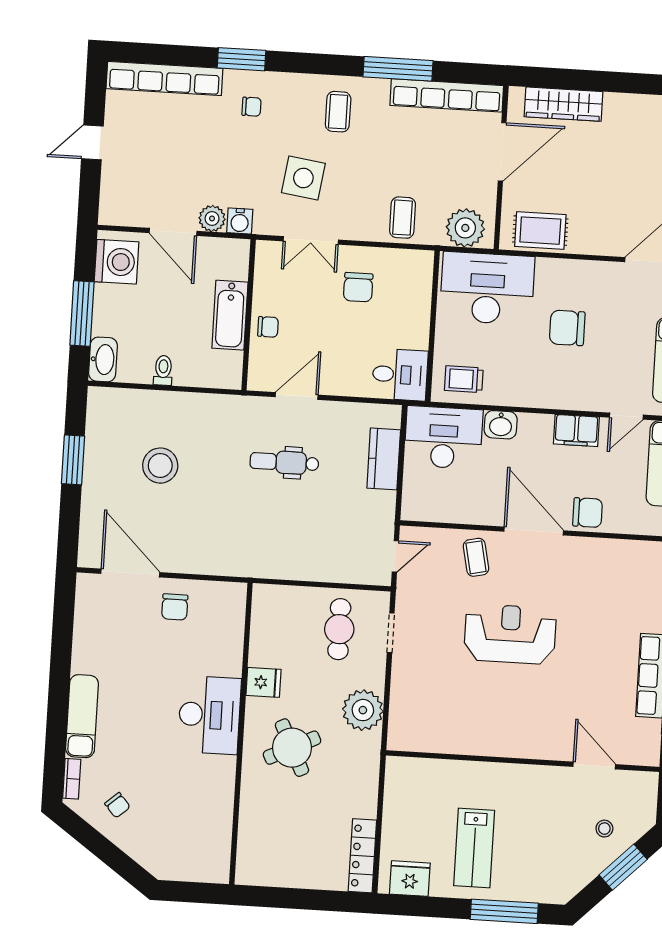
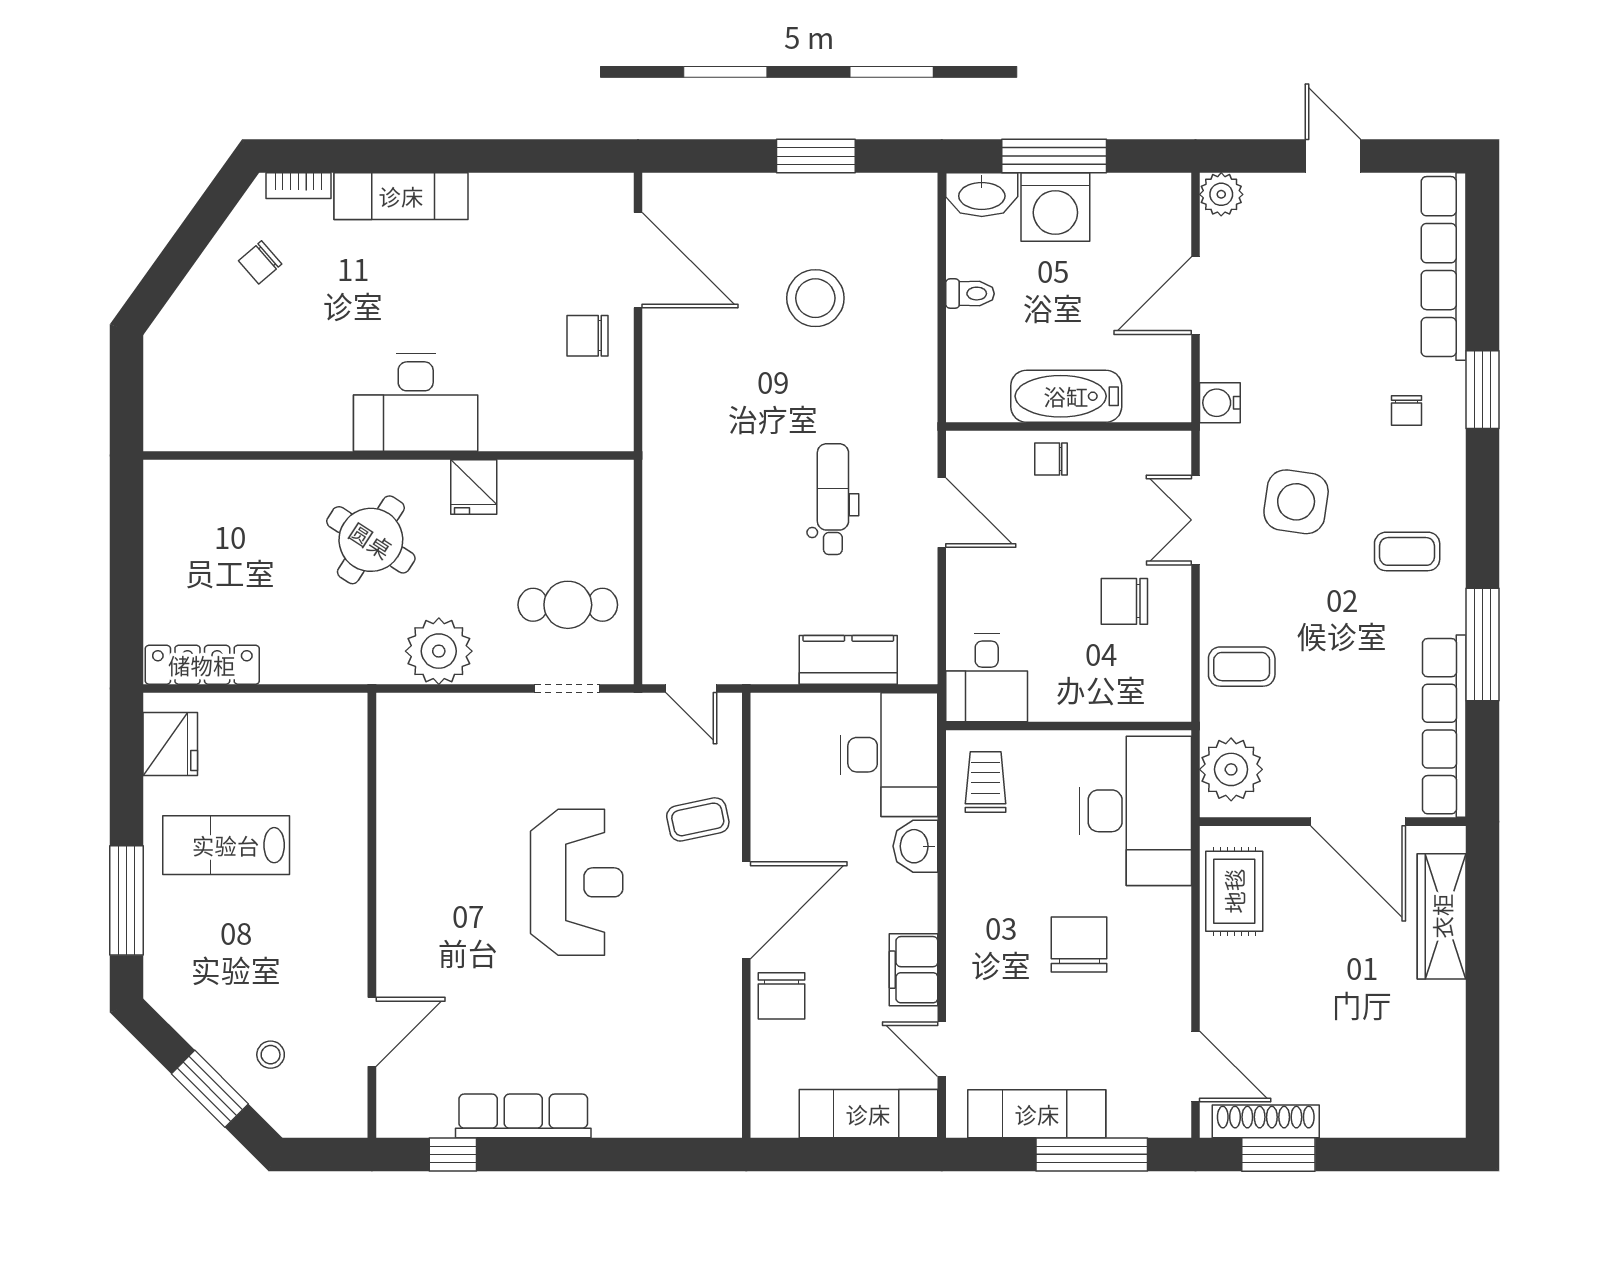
plant: (212, 219) -> (1221, 194), moved
washing machine: (117, 262) -> (1055, 207), moved
chair: (268, 327) -> (1051, 459), turned 90
door: (130, 573) -> (638, 260), hinge flipped
round table: (292, 748) -> (371, 540), turned -31

